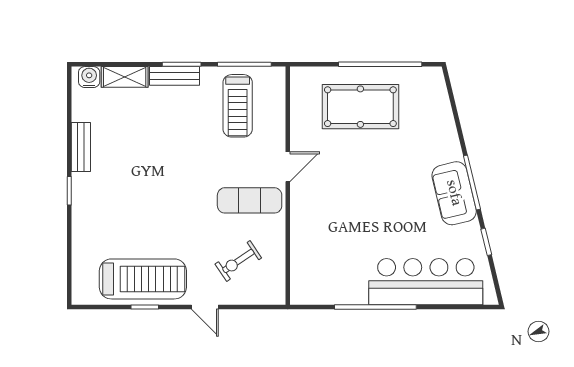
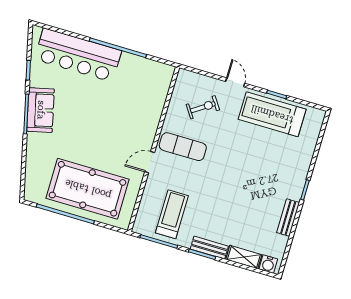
pool table: (360, 107) -> (88, 189), width x1.36, depth x1.32

